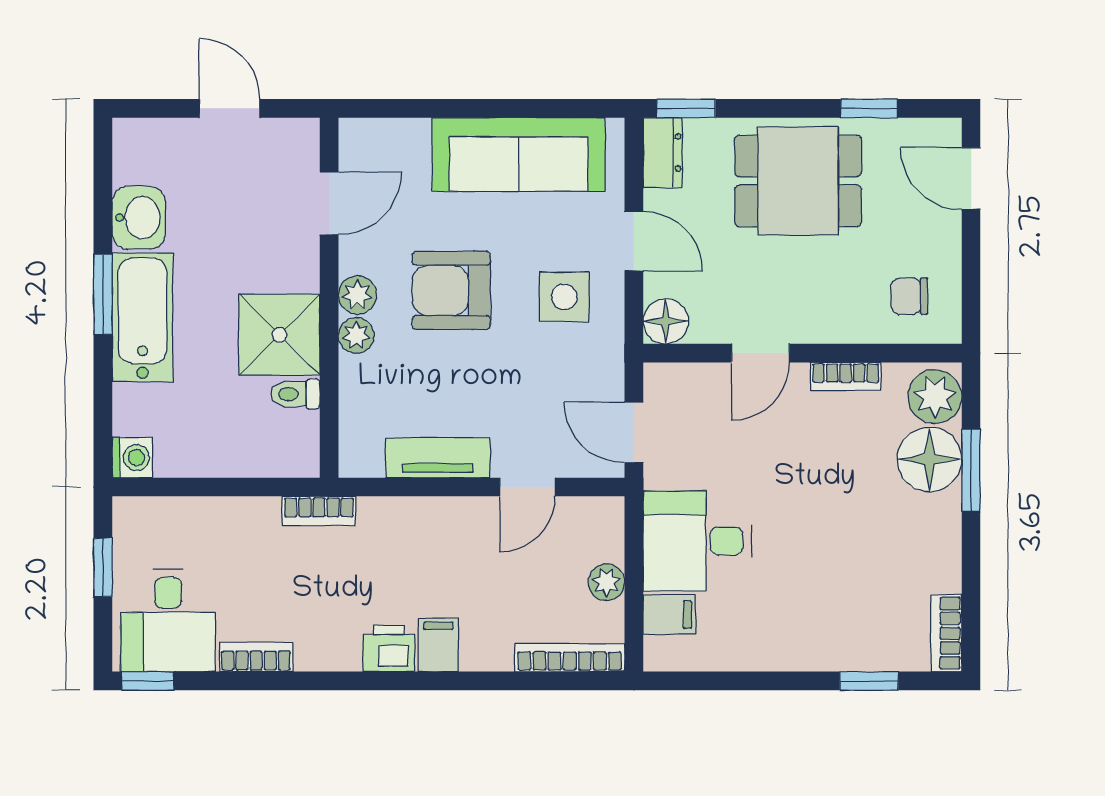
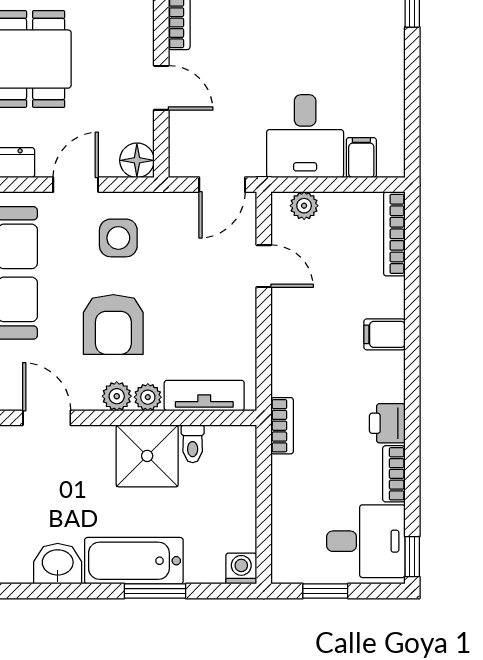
window: (103, 294) -> (155, 591), moved
tv unit: (438, 458) -> (204, 396), moved, turned 90
plant: (606, 582) -> (304, 206), moved
printer: (389, 648) -> (387, 423), moved

